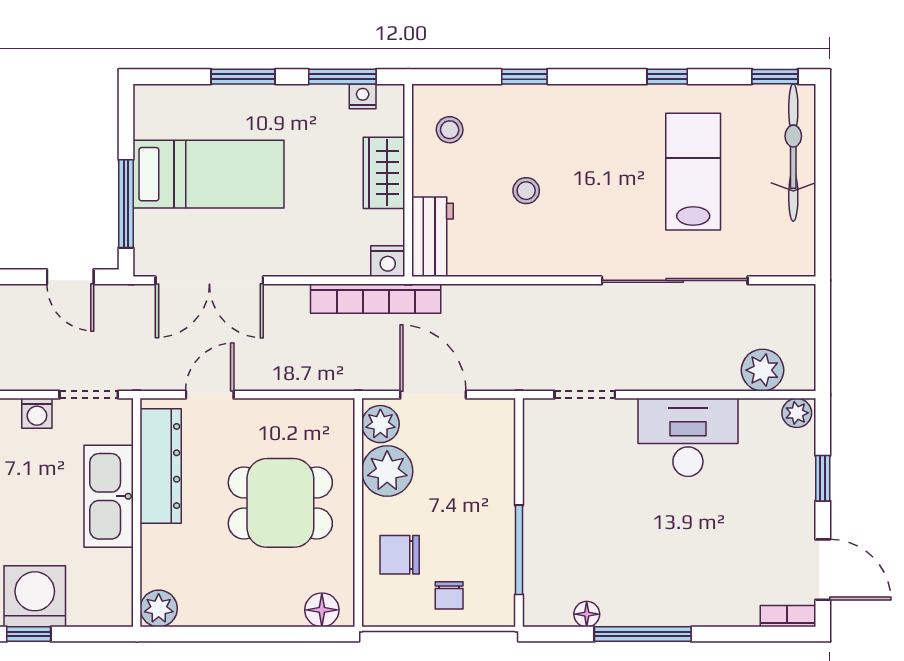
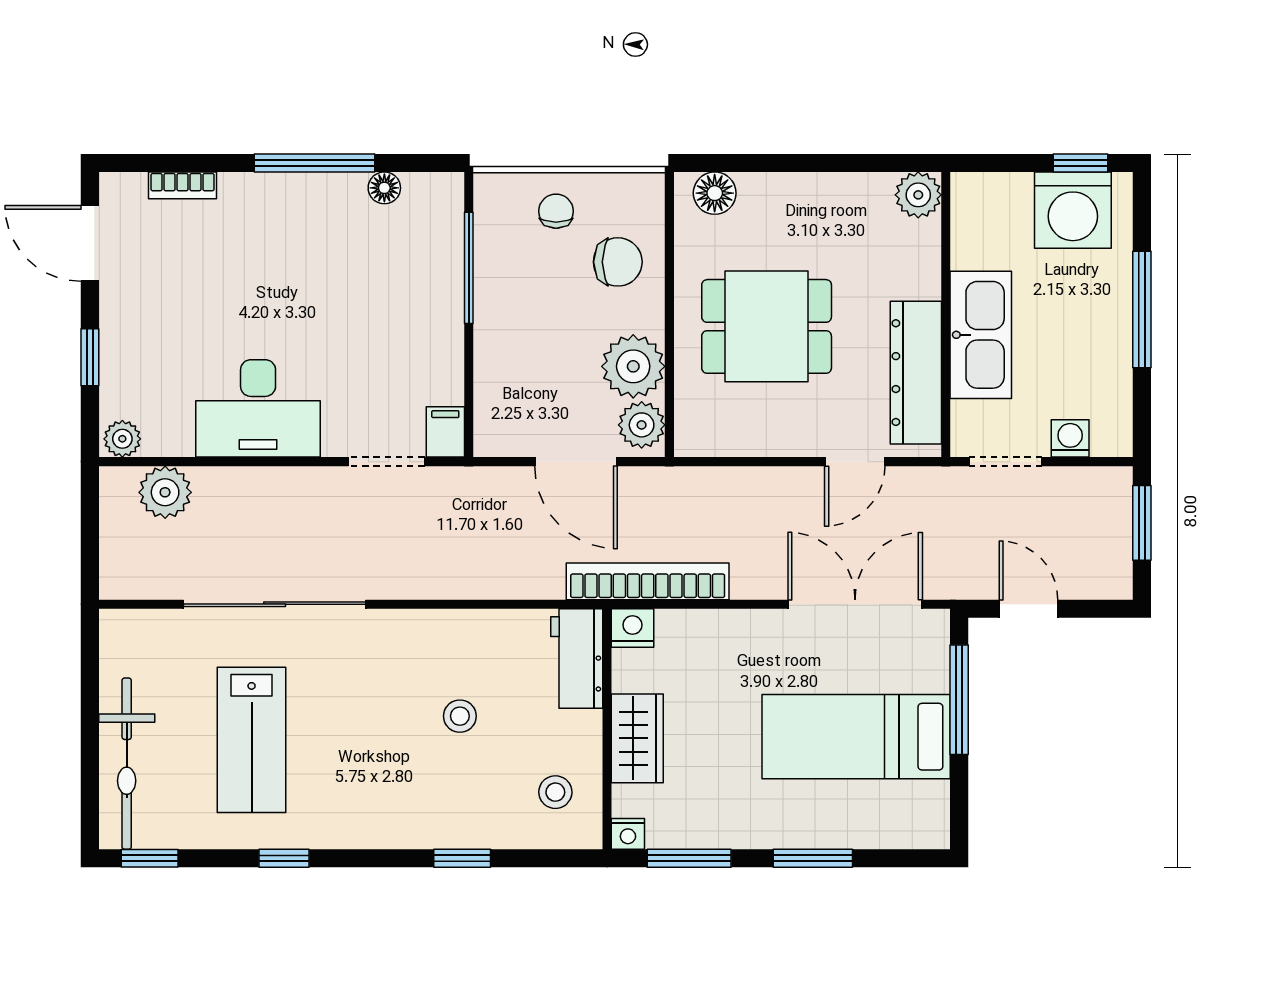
nightstand: (363, 96) -> (628, 834), moved
filing cabinet: (538, 419) -> (445, 432), added
bookcase: (787, 616) -> (183, 185), moved

